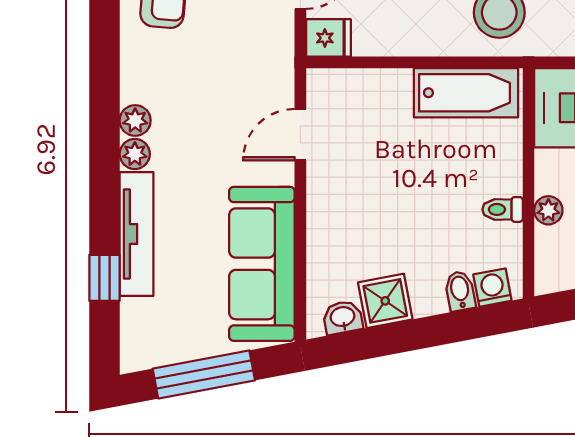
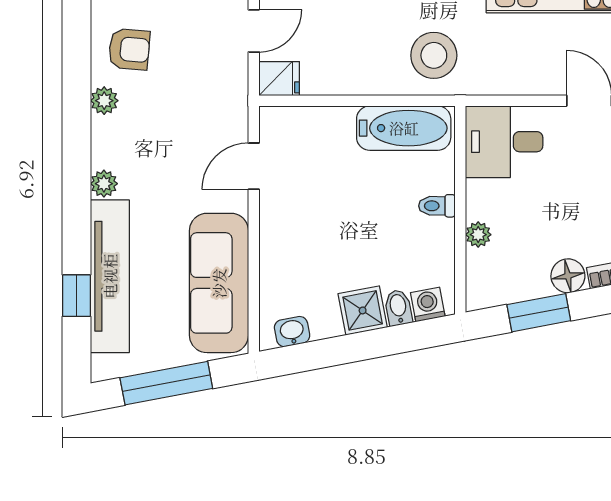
plant: (135, 120) -> (104, 101), moved
toilet: (503, 209) -> (437, 206), moved
tv unit: (136, 234) -> (110, 276), width x1.36, depth x1.29
shower: (385, 301) -> (363, 310), moved

